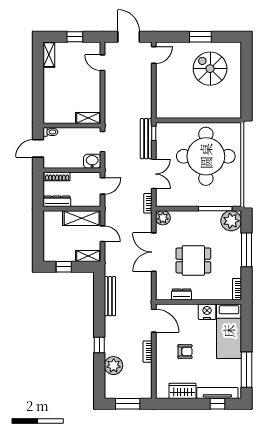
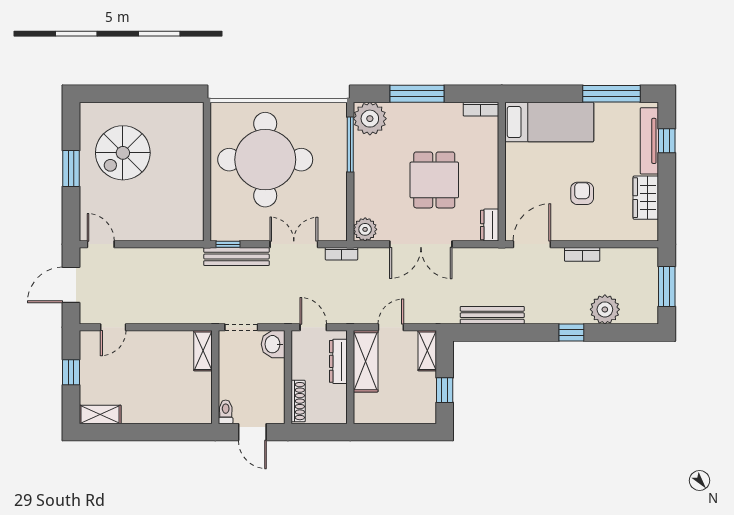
dresser: (57, 201) -> (338, 361), moved
dresser: (182, 295) -> (490, 225), moved
nightstand: (207, 312) -> (517, 158), removed

